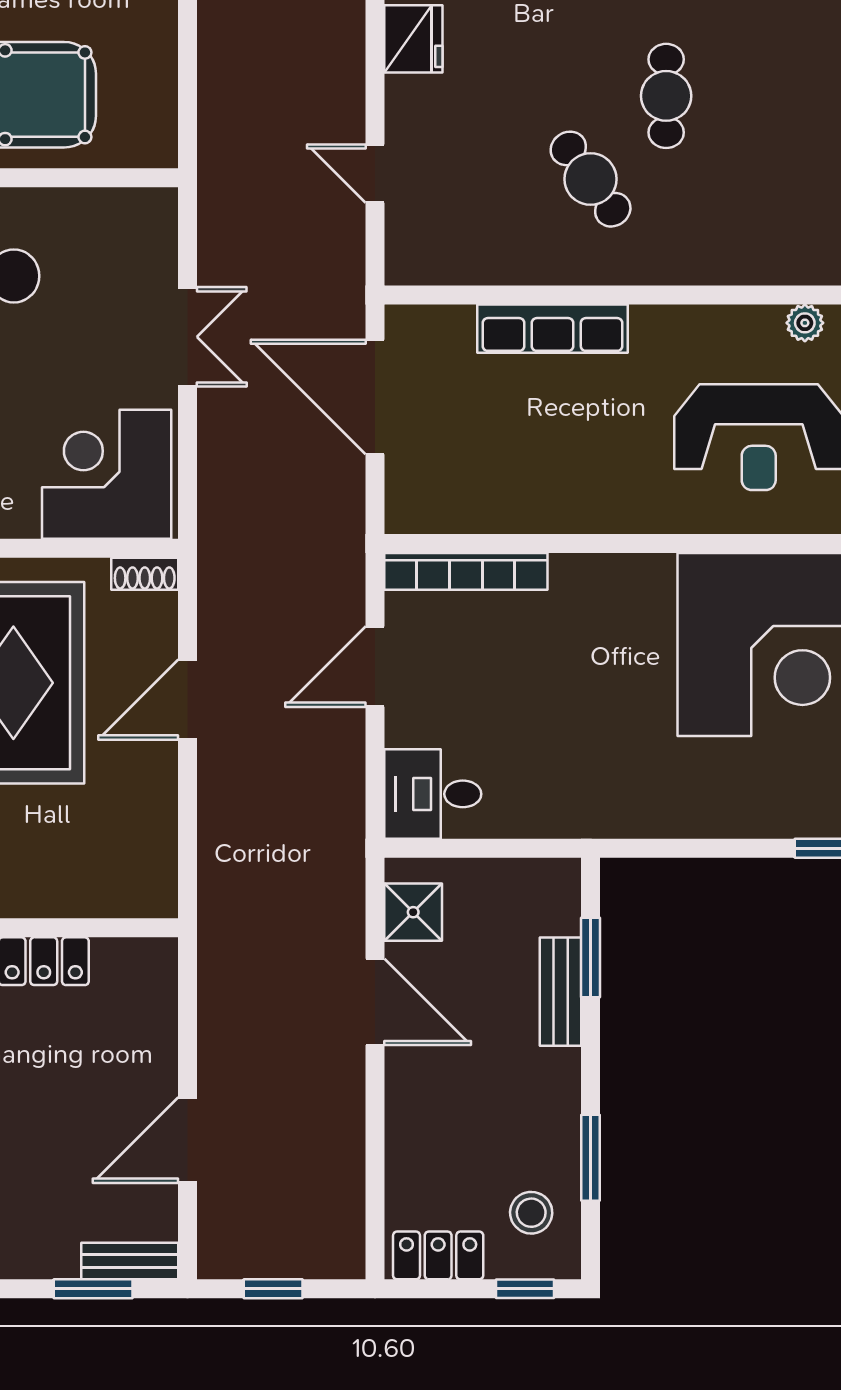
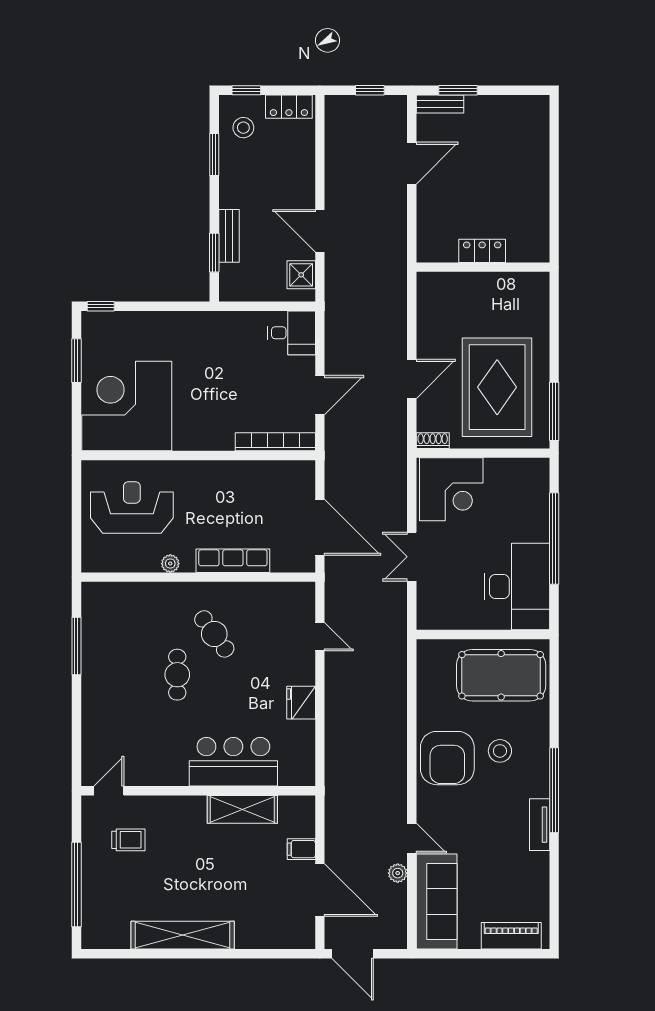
plant: (805, 323) -> (170, 564), moved

